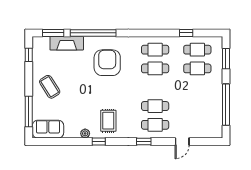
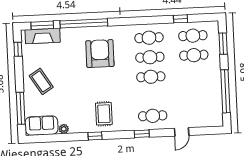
fireplace: (67, 43) -> (43, 36), moved
cafe table: (155, 106) -> (151, 77), moved
plant: (85, 133) -> (64, 129), moved

